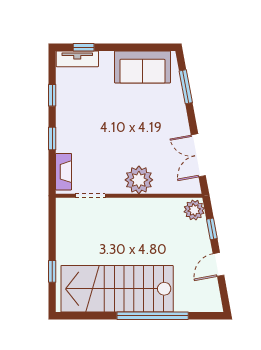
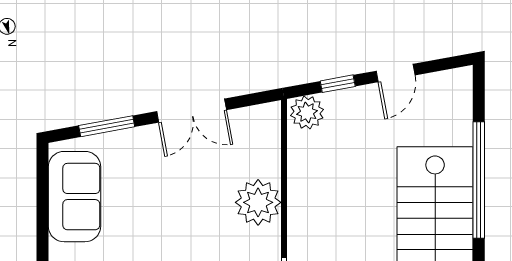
double door: (198, 155) -> (192, 111), moved
door: (218, 264) -> (396, 73), hinge flipped

